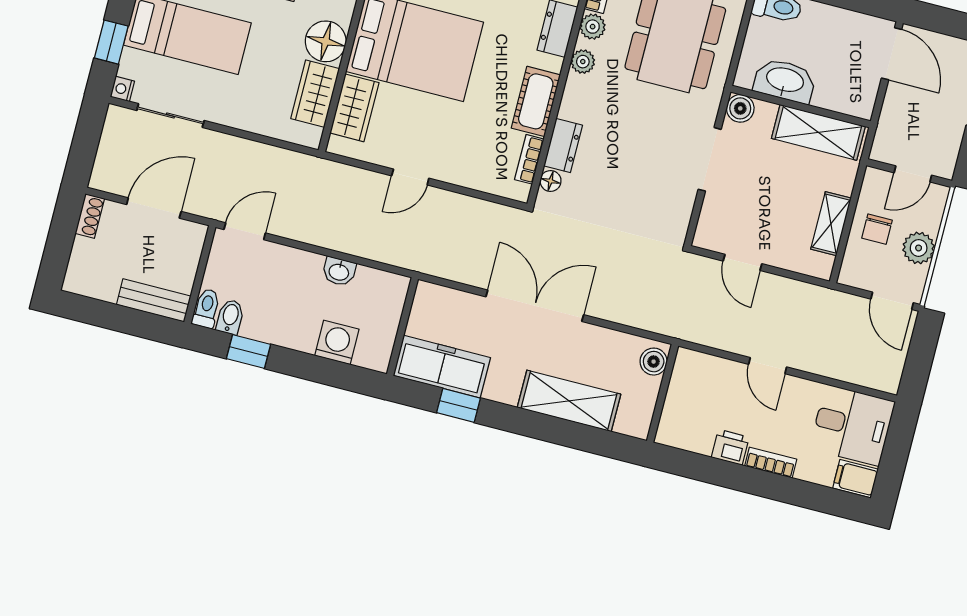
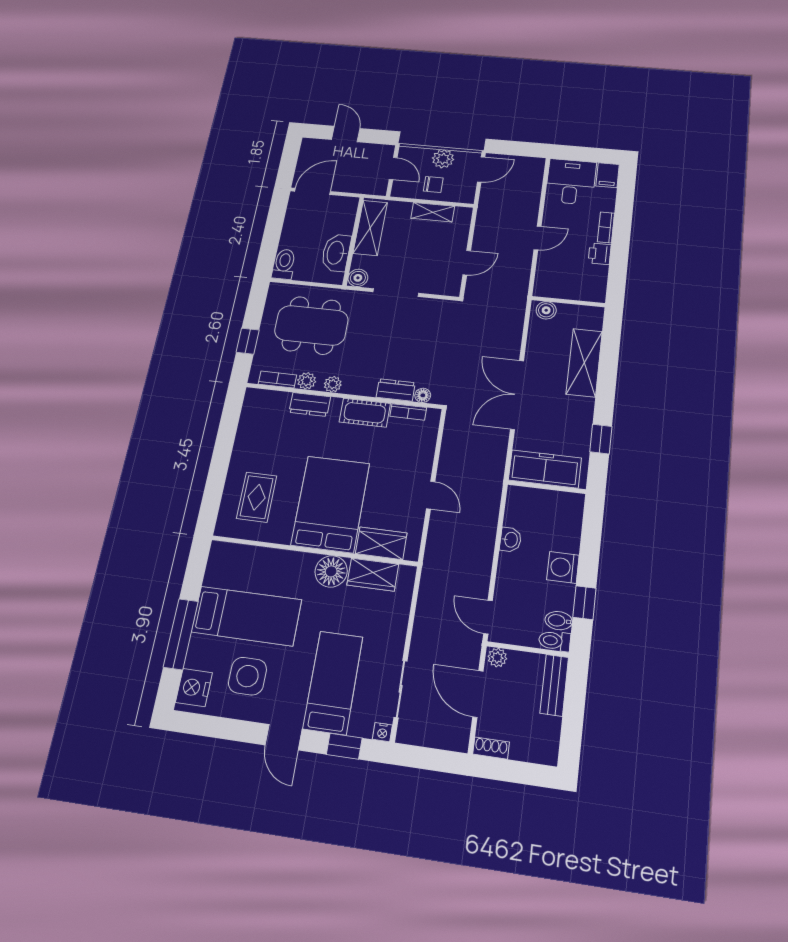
plant: (194, 237) -> (497, 658), added
washing machine: (337, 342) -> (563, 567), moved
freezer: (442, 367) -> (545, 469), moved, turned 90

